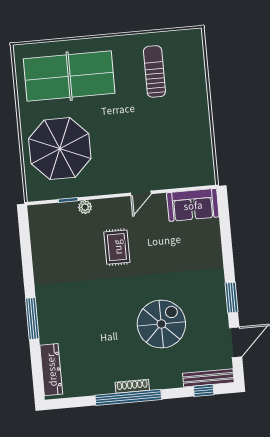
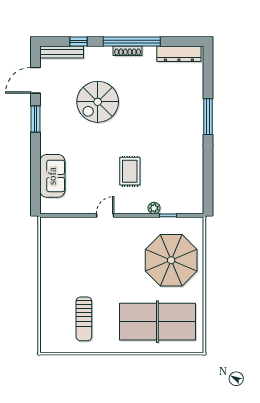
sofa: (193, 205) -> (52, 176), moved, turned 90
dresser: (51, 370) -> (179, 54), moved, turned -90
window: (204, 390) -> (79, 42), moved

